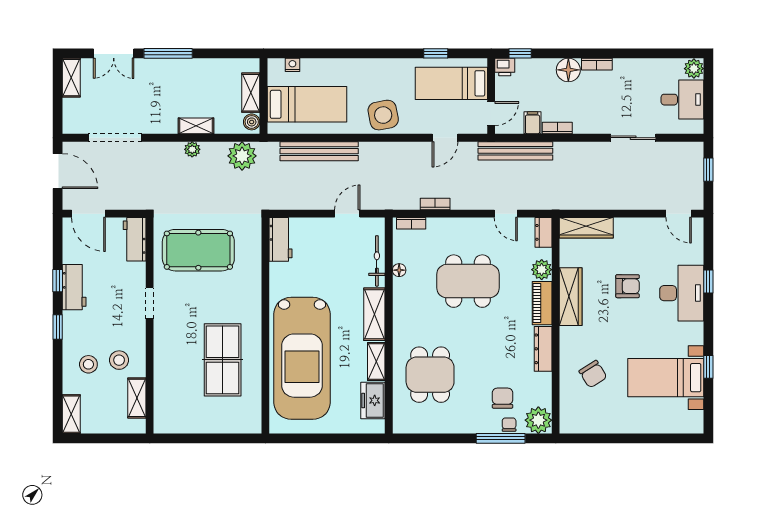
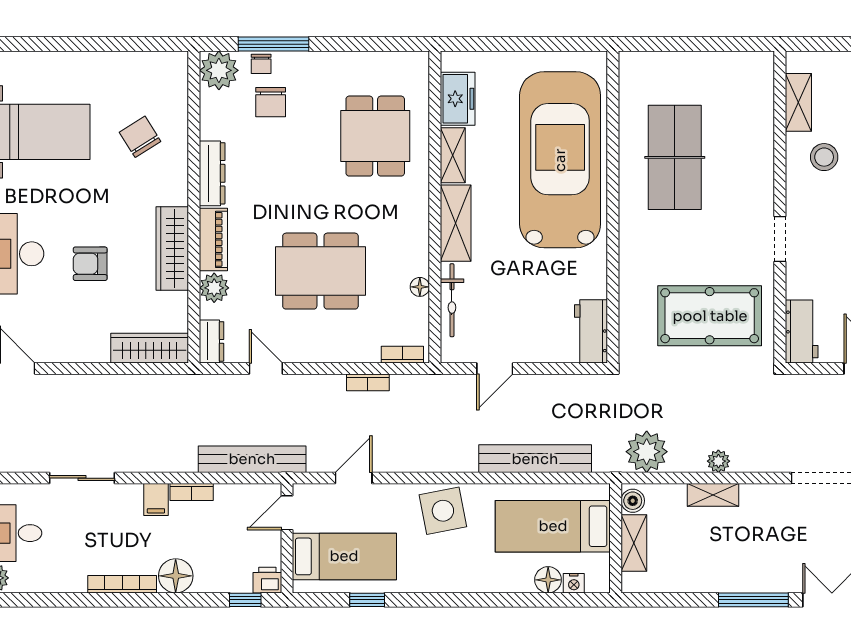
bookcase: (597, 64) -> (122, 584), width x1.56
floor lamp: (310, 67) -> (548, 580), added
filing cabinet: (533, 123) -> (156, 500), moved

